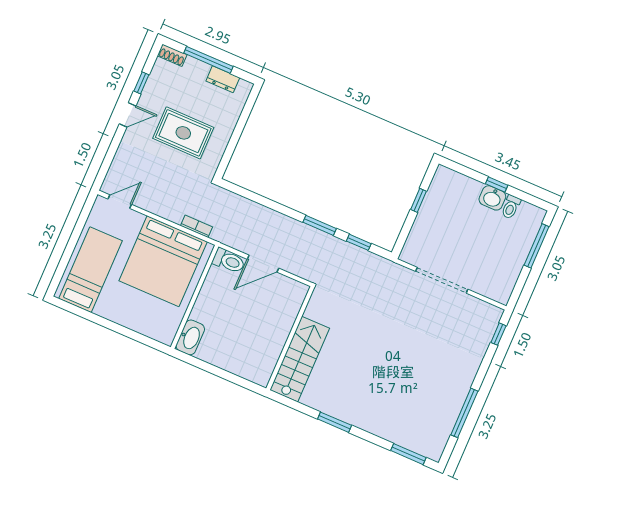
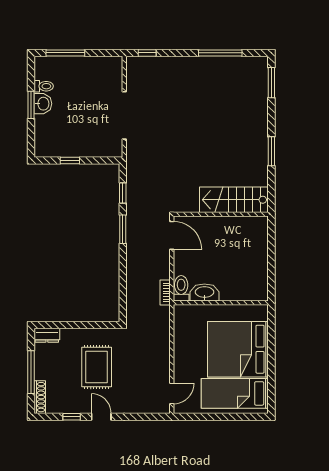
shoe rack: (172, 55) -> (40, 397), width x1.43
dresser: (223, 79) -> (47, 335), moved, turned 90
window: (497, 185) -> (31, 105), width x1.50
door: (120, 202) -> (172, 393), swing flipped
bookcase: (196, 226) -> (165, 293), moved
bed: (163, 261) -> (238, 349), moved, turned 180
door: (263, 264) -> (172, 235), moved
washbasin: (190, 337) -> (204, 292), moved

